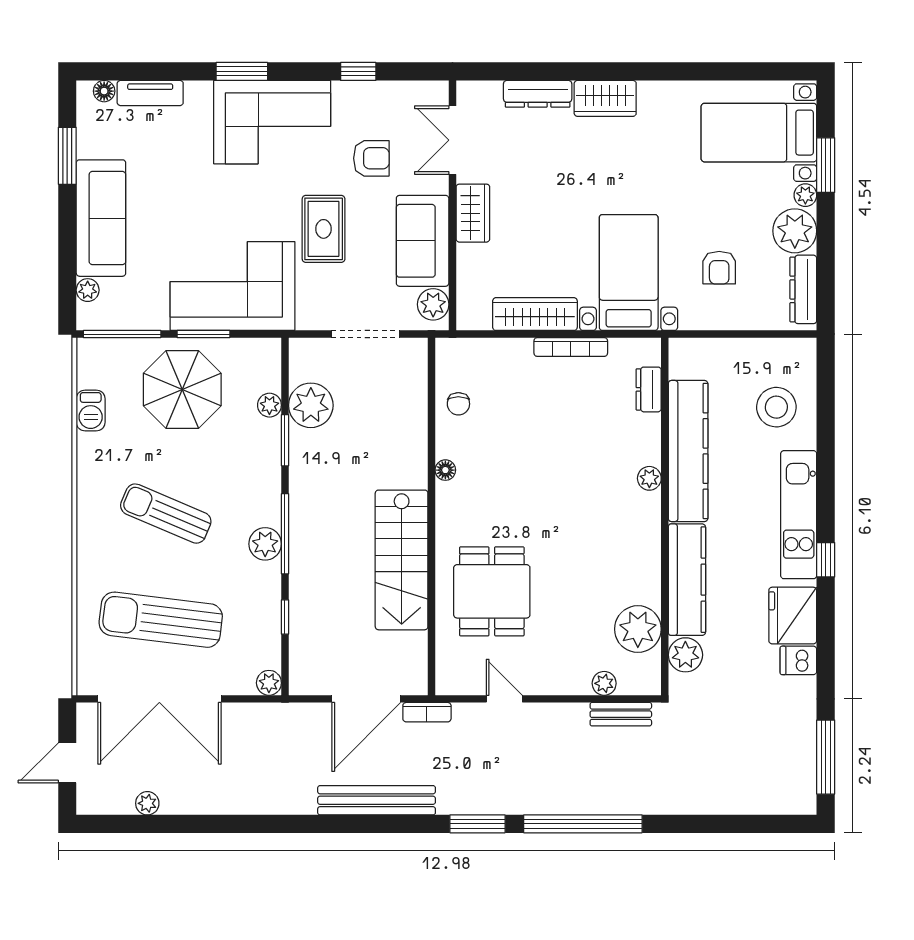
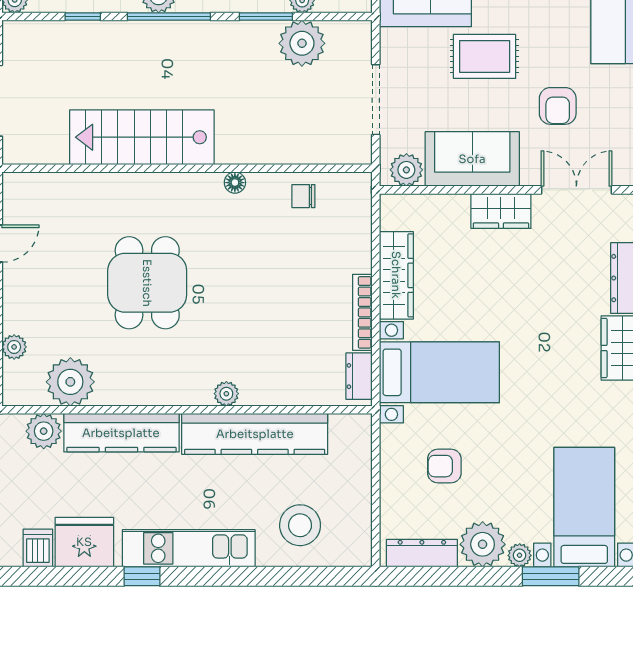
dresser: (649, 389) -> (359, 376), moved, turned -90
dining table: (492, 591) -> (147, 283), moved, turned 90

